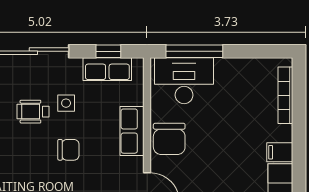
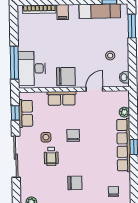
filing cabinet: (280, 152) -> (63, 12), moved

